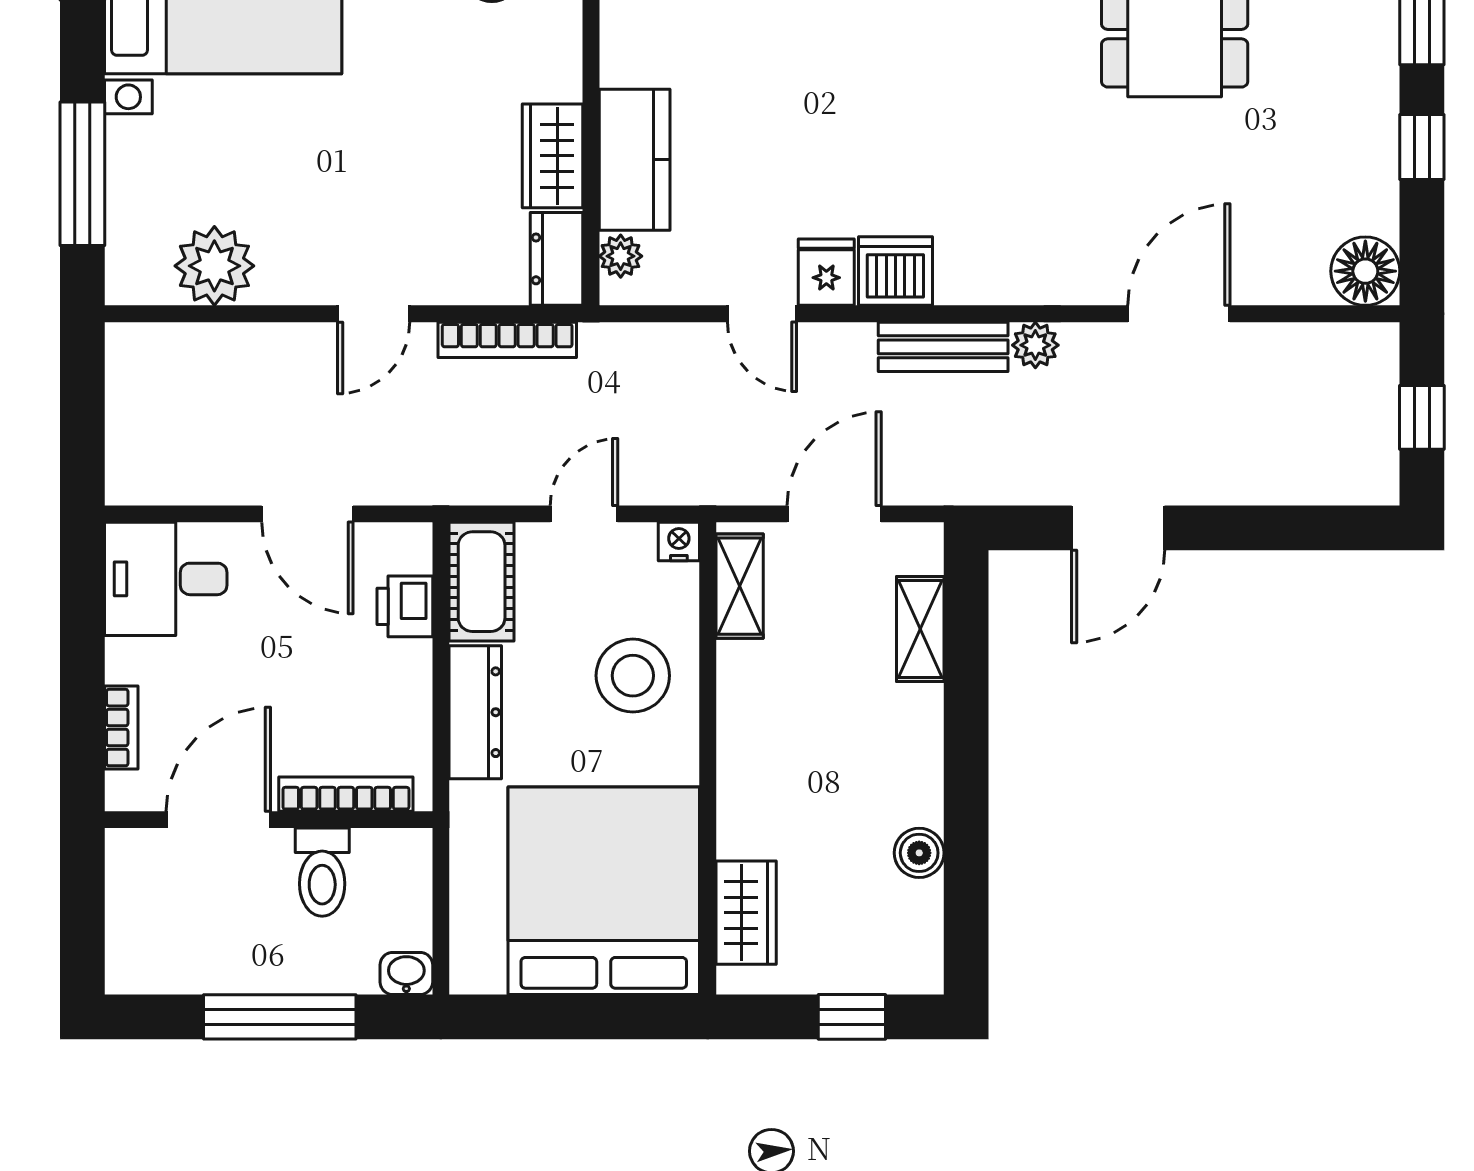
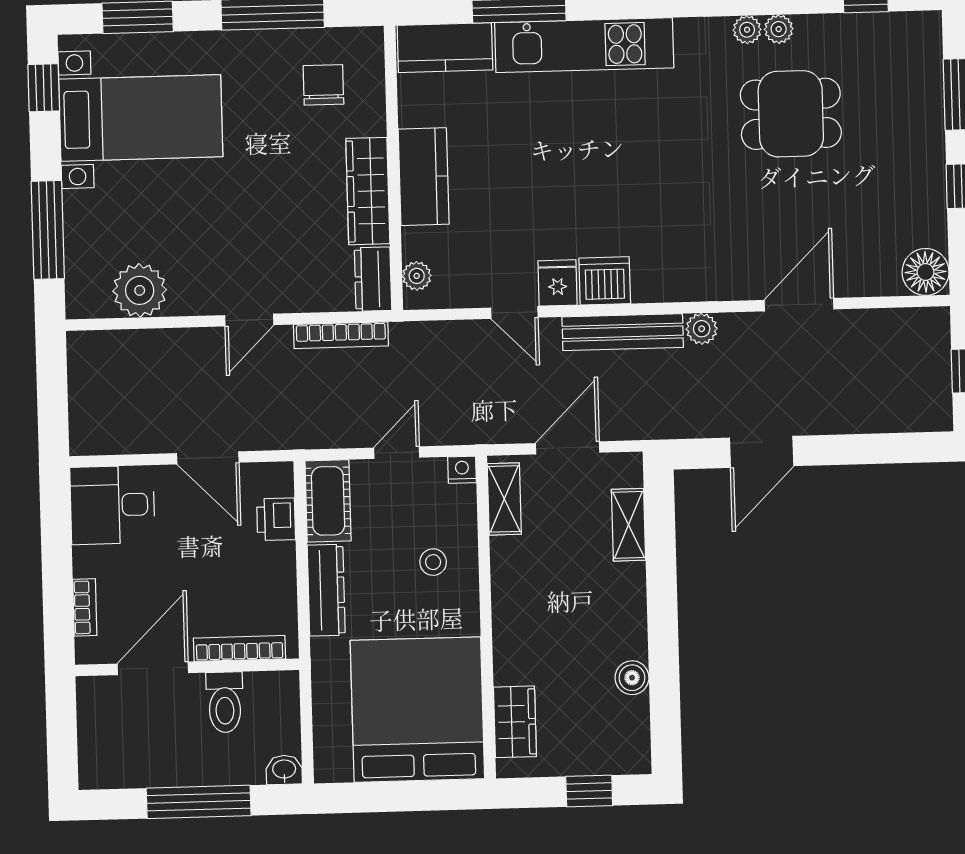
wardrobe: (552, 156) -> (368, 191), width x1.50
kitchen counter: (635, 160) -> (424, 177), moved
bench: (943, 347) -> (623, 332), width x1.36
stool: (633, 676) -> (433, 562), width x0.53, depth x0.53

